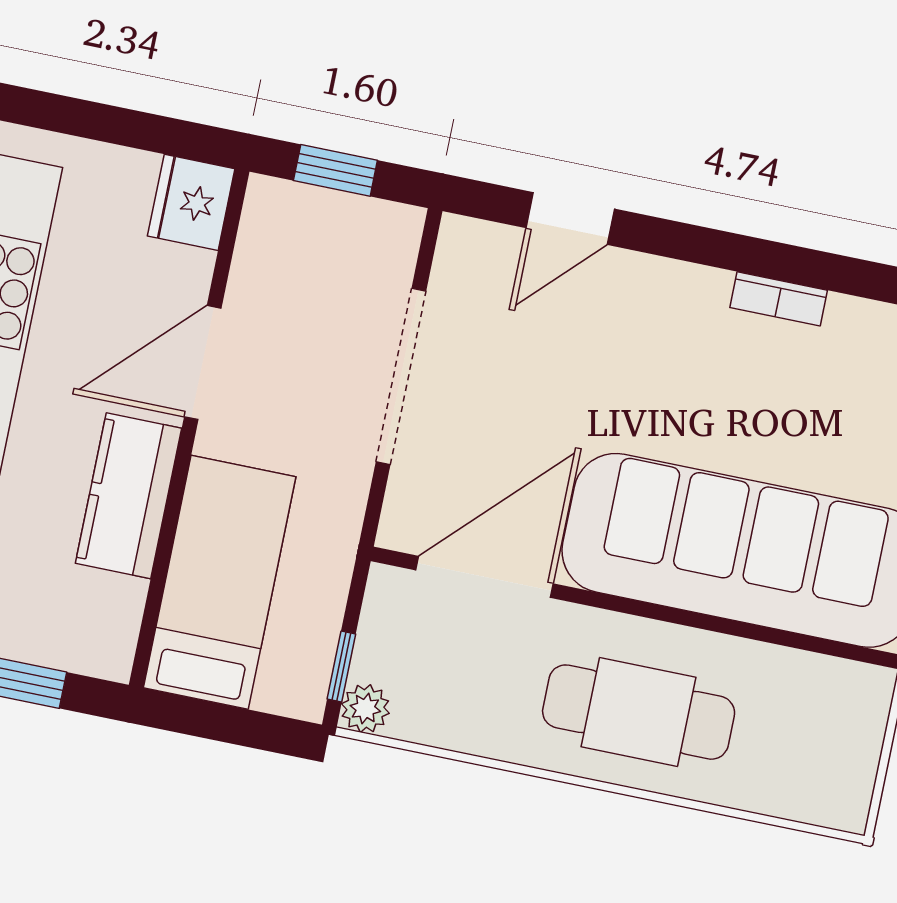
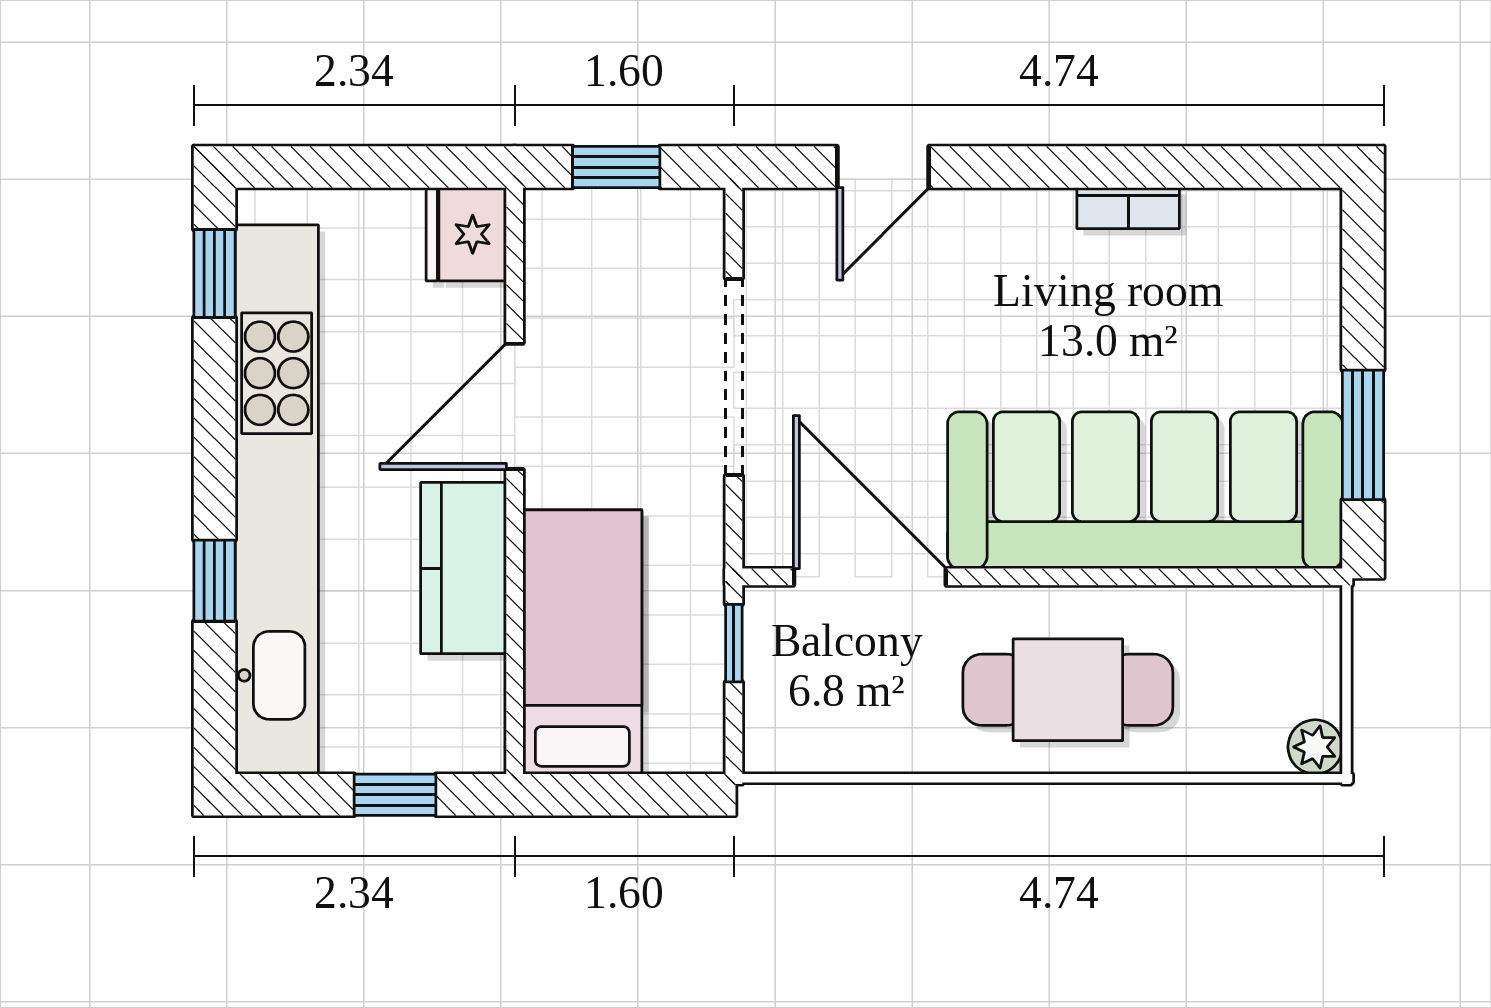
door: (485, 577) -> (870, 577), hinge flipped
window: (341, 667) -> (734, 643), moved
plant: (365, 708) -> (1315, 747), moved

